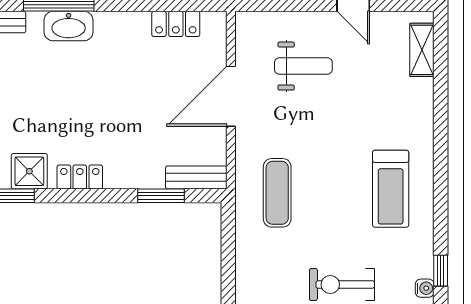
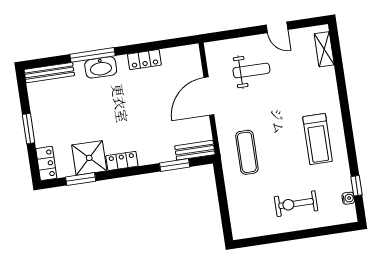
locker: (176, 24) -> (144, 60), moved
shower: (29, 171) -> (89, 158), width x1.36, depth x1.36

